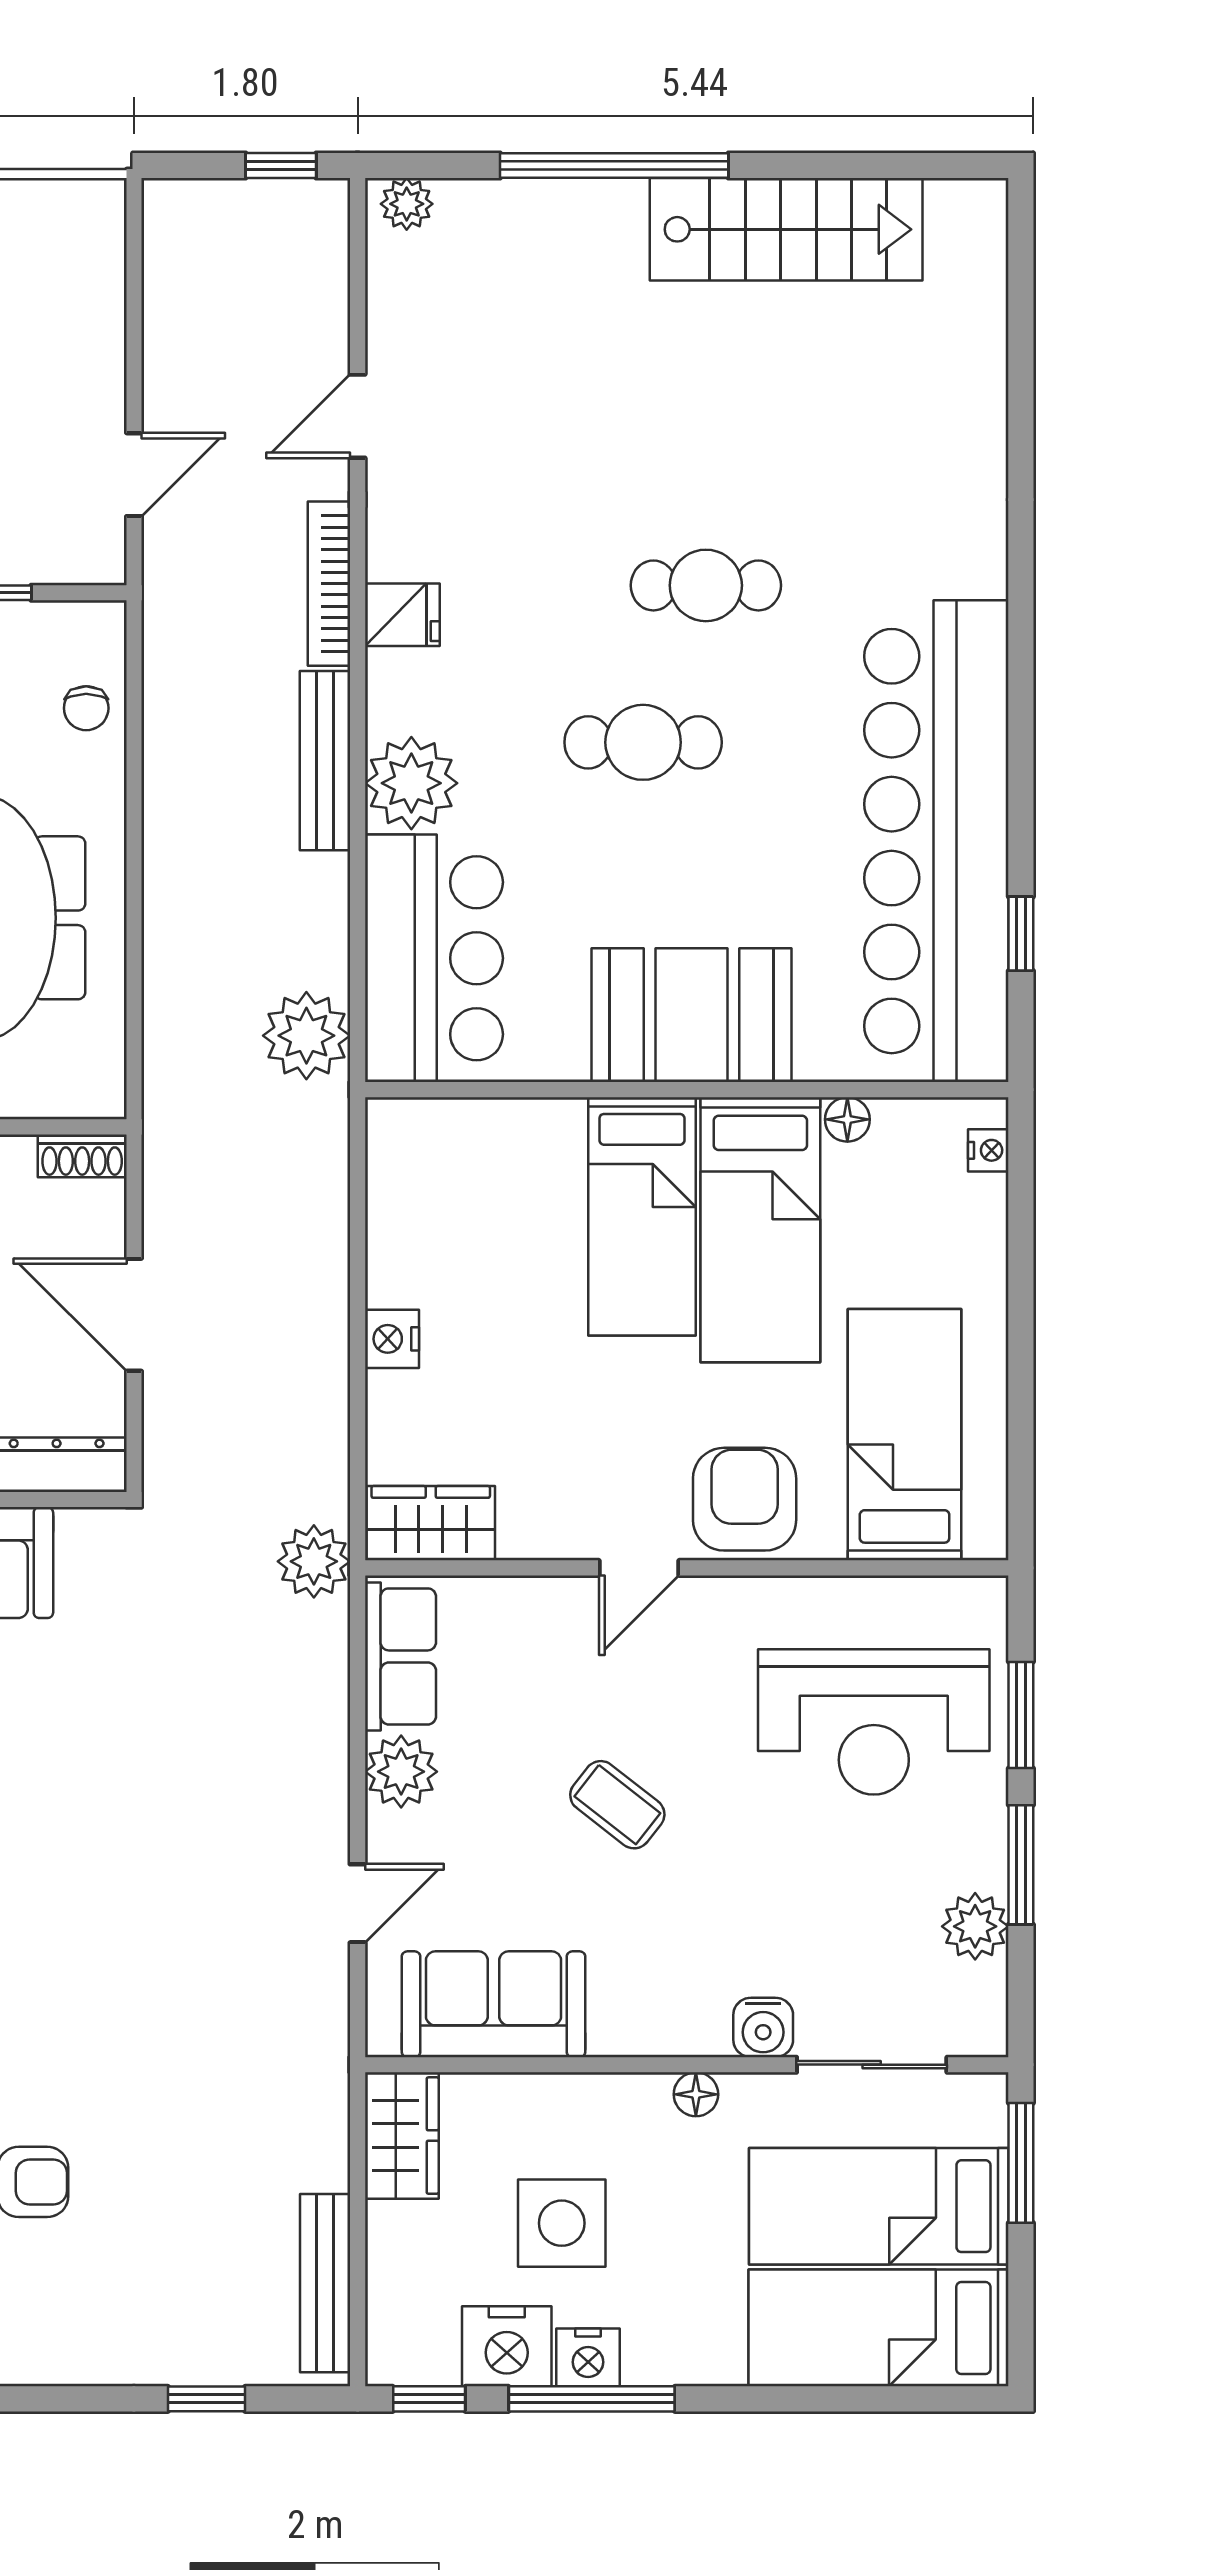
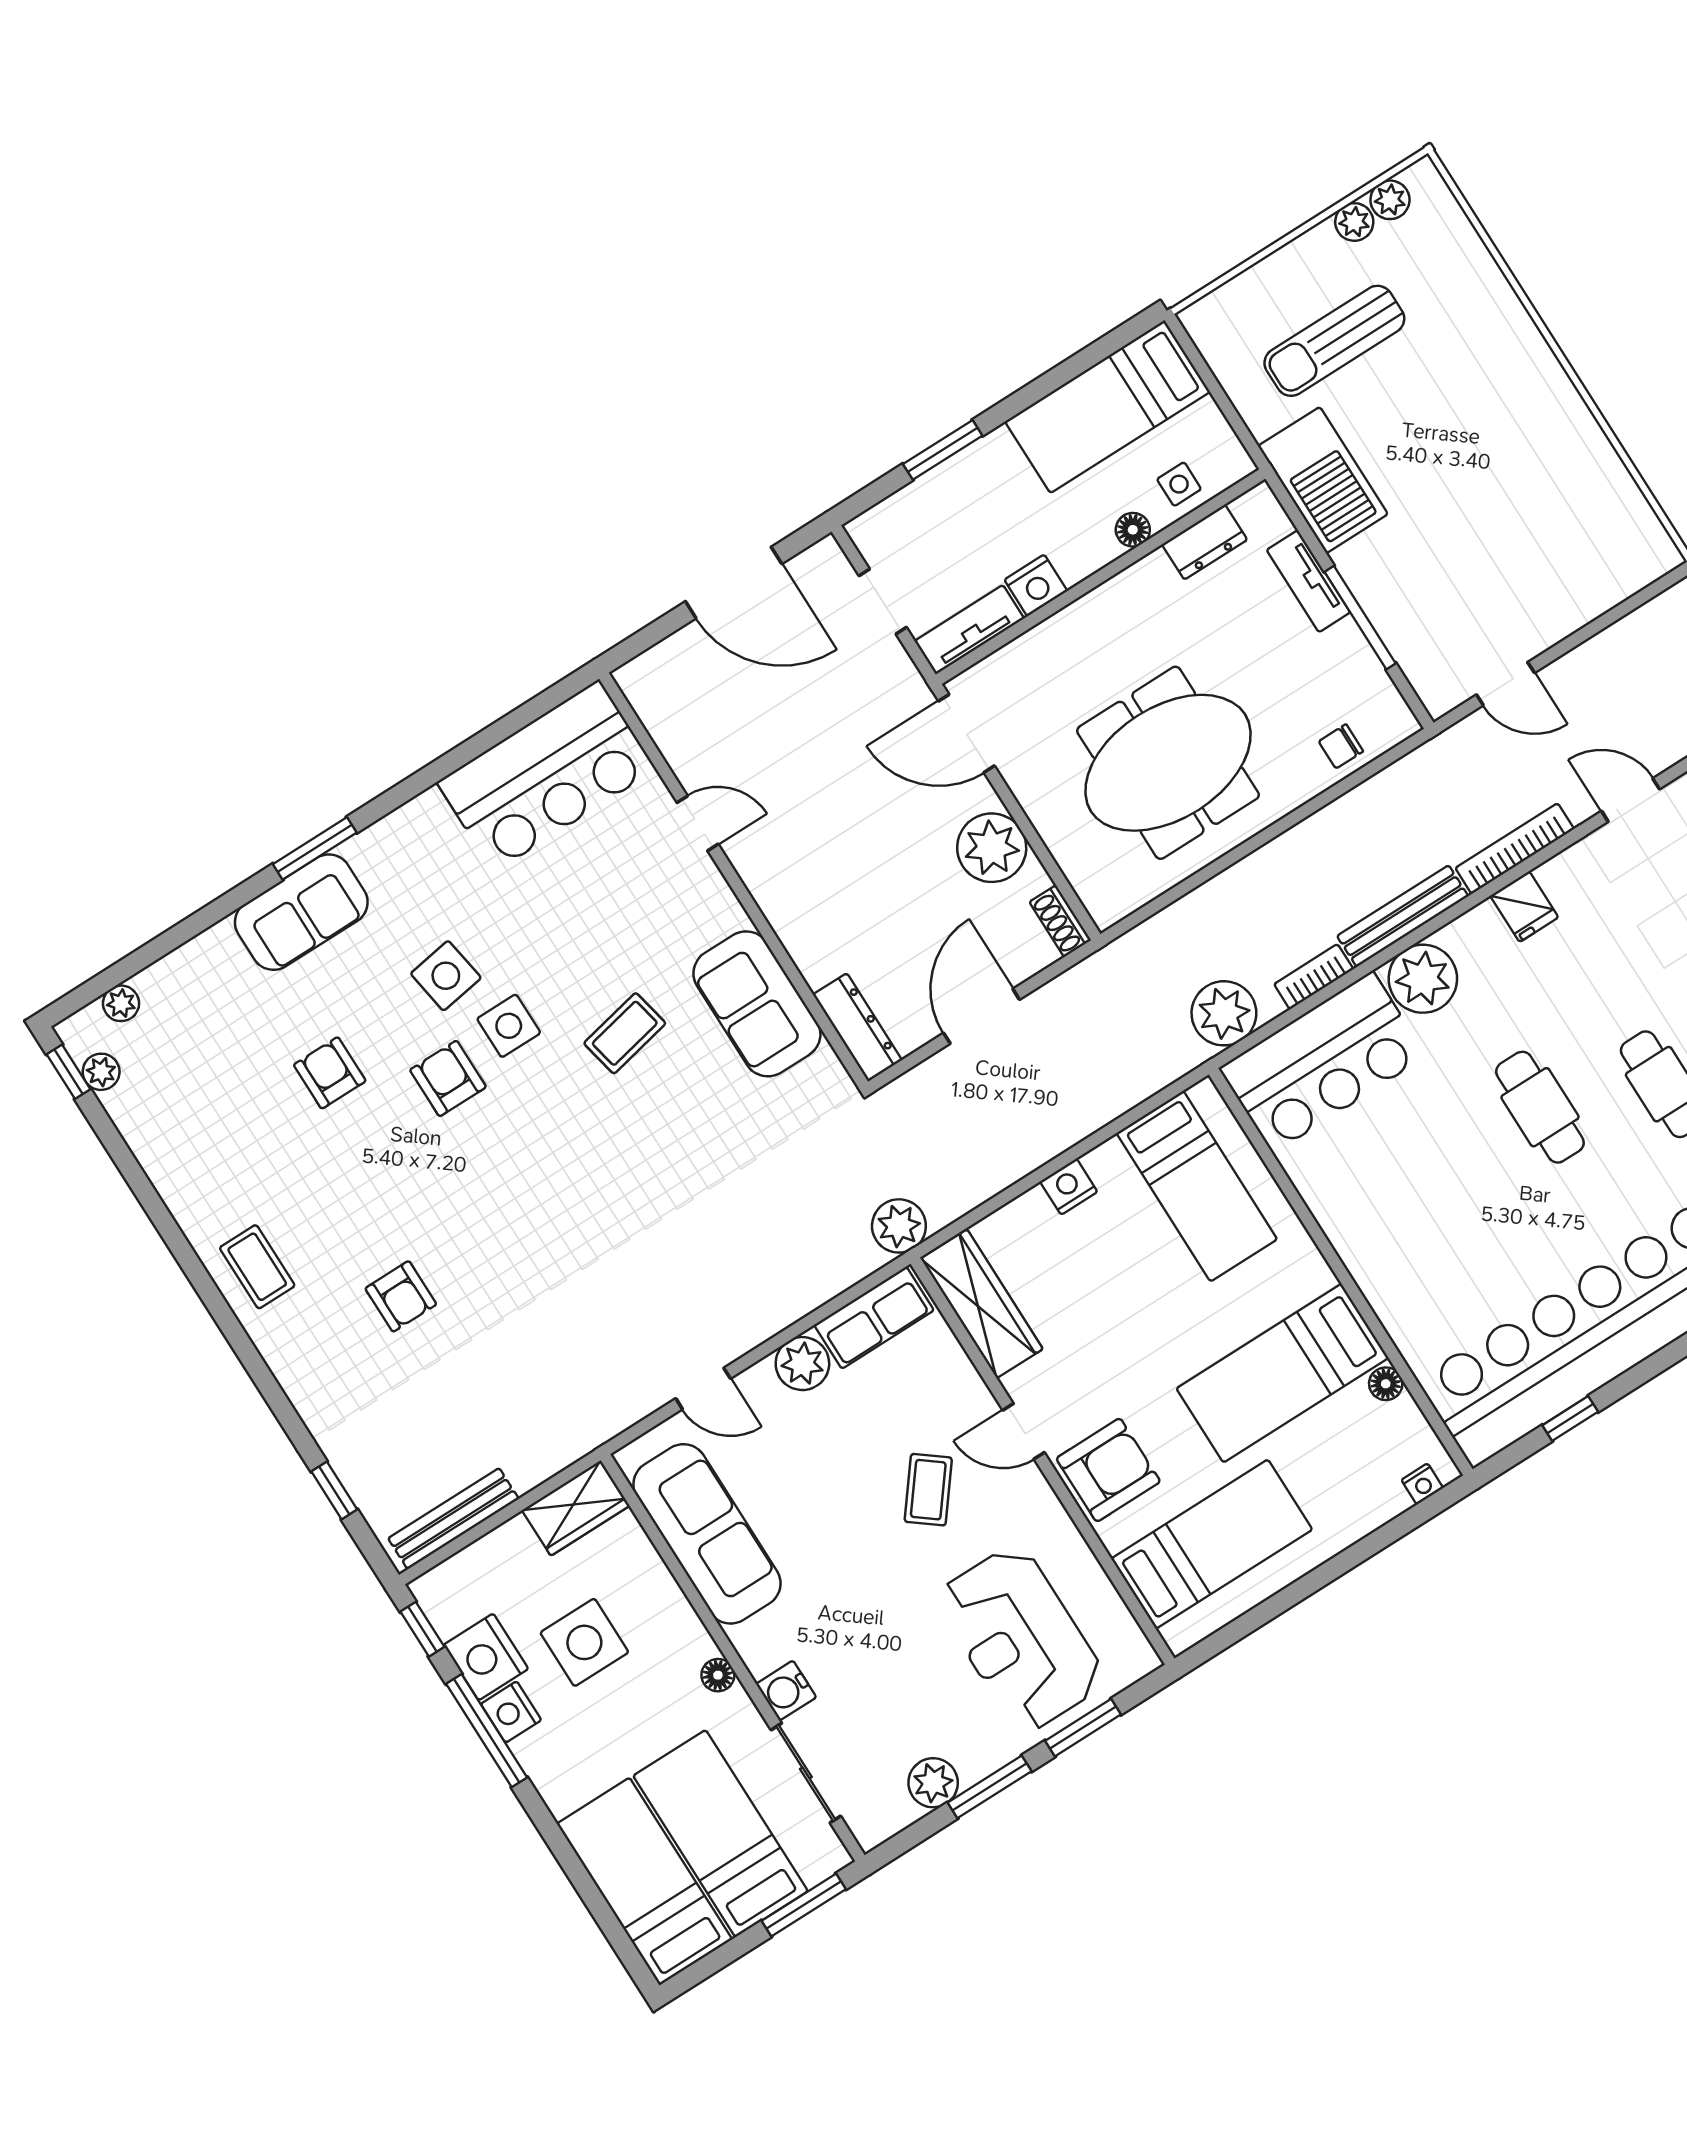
bookcase: (330, 906) -> (1314, 977), added
booth: (692, 1015) -> (1389, 1245), removed
bed: (642, 1216) -> (1197, 1186), moved, turned -90
wardrobe: (431, 1523) -> (982, 1304), width x1.50
coffee table: (617, 1805) -> (928, 1490), moved
sofa: (494, 2004) -> (707, 1534), width x1.36

